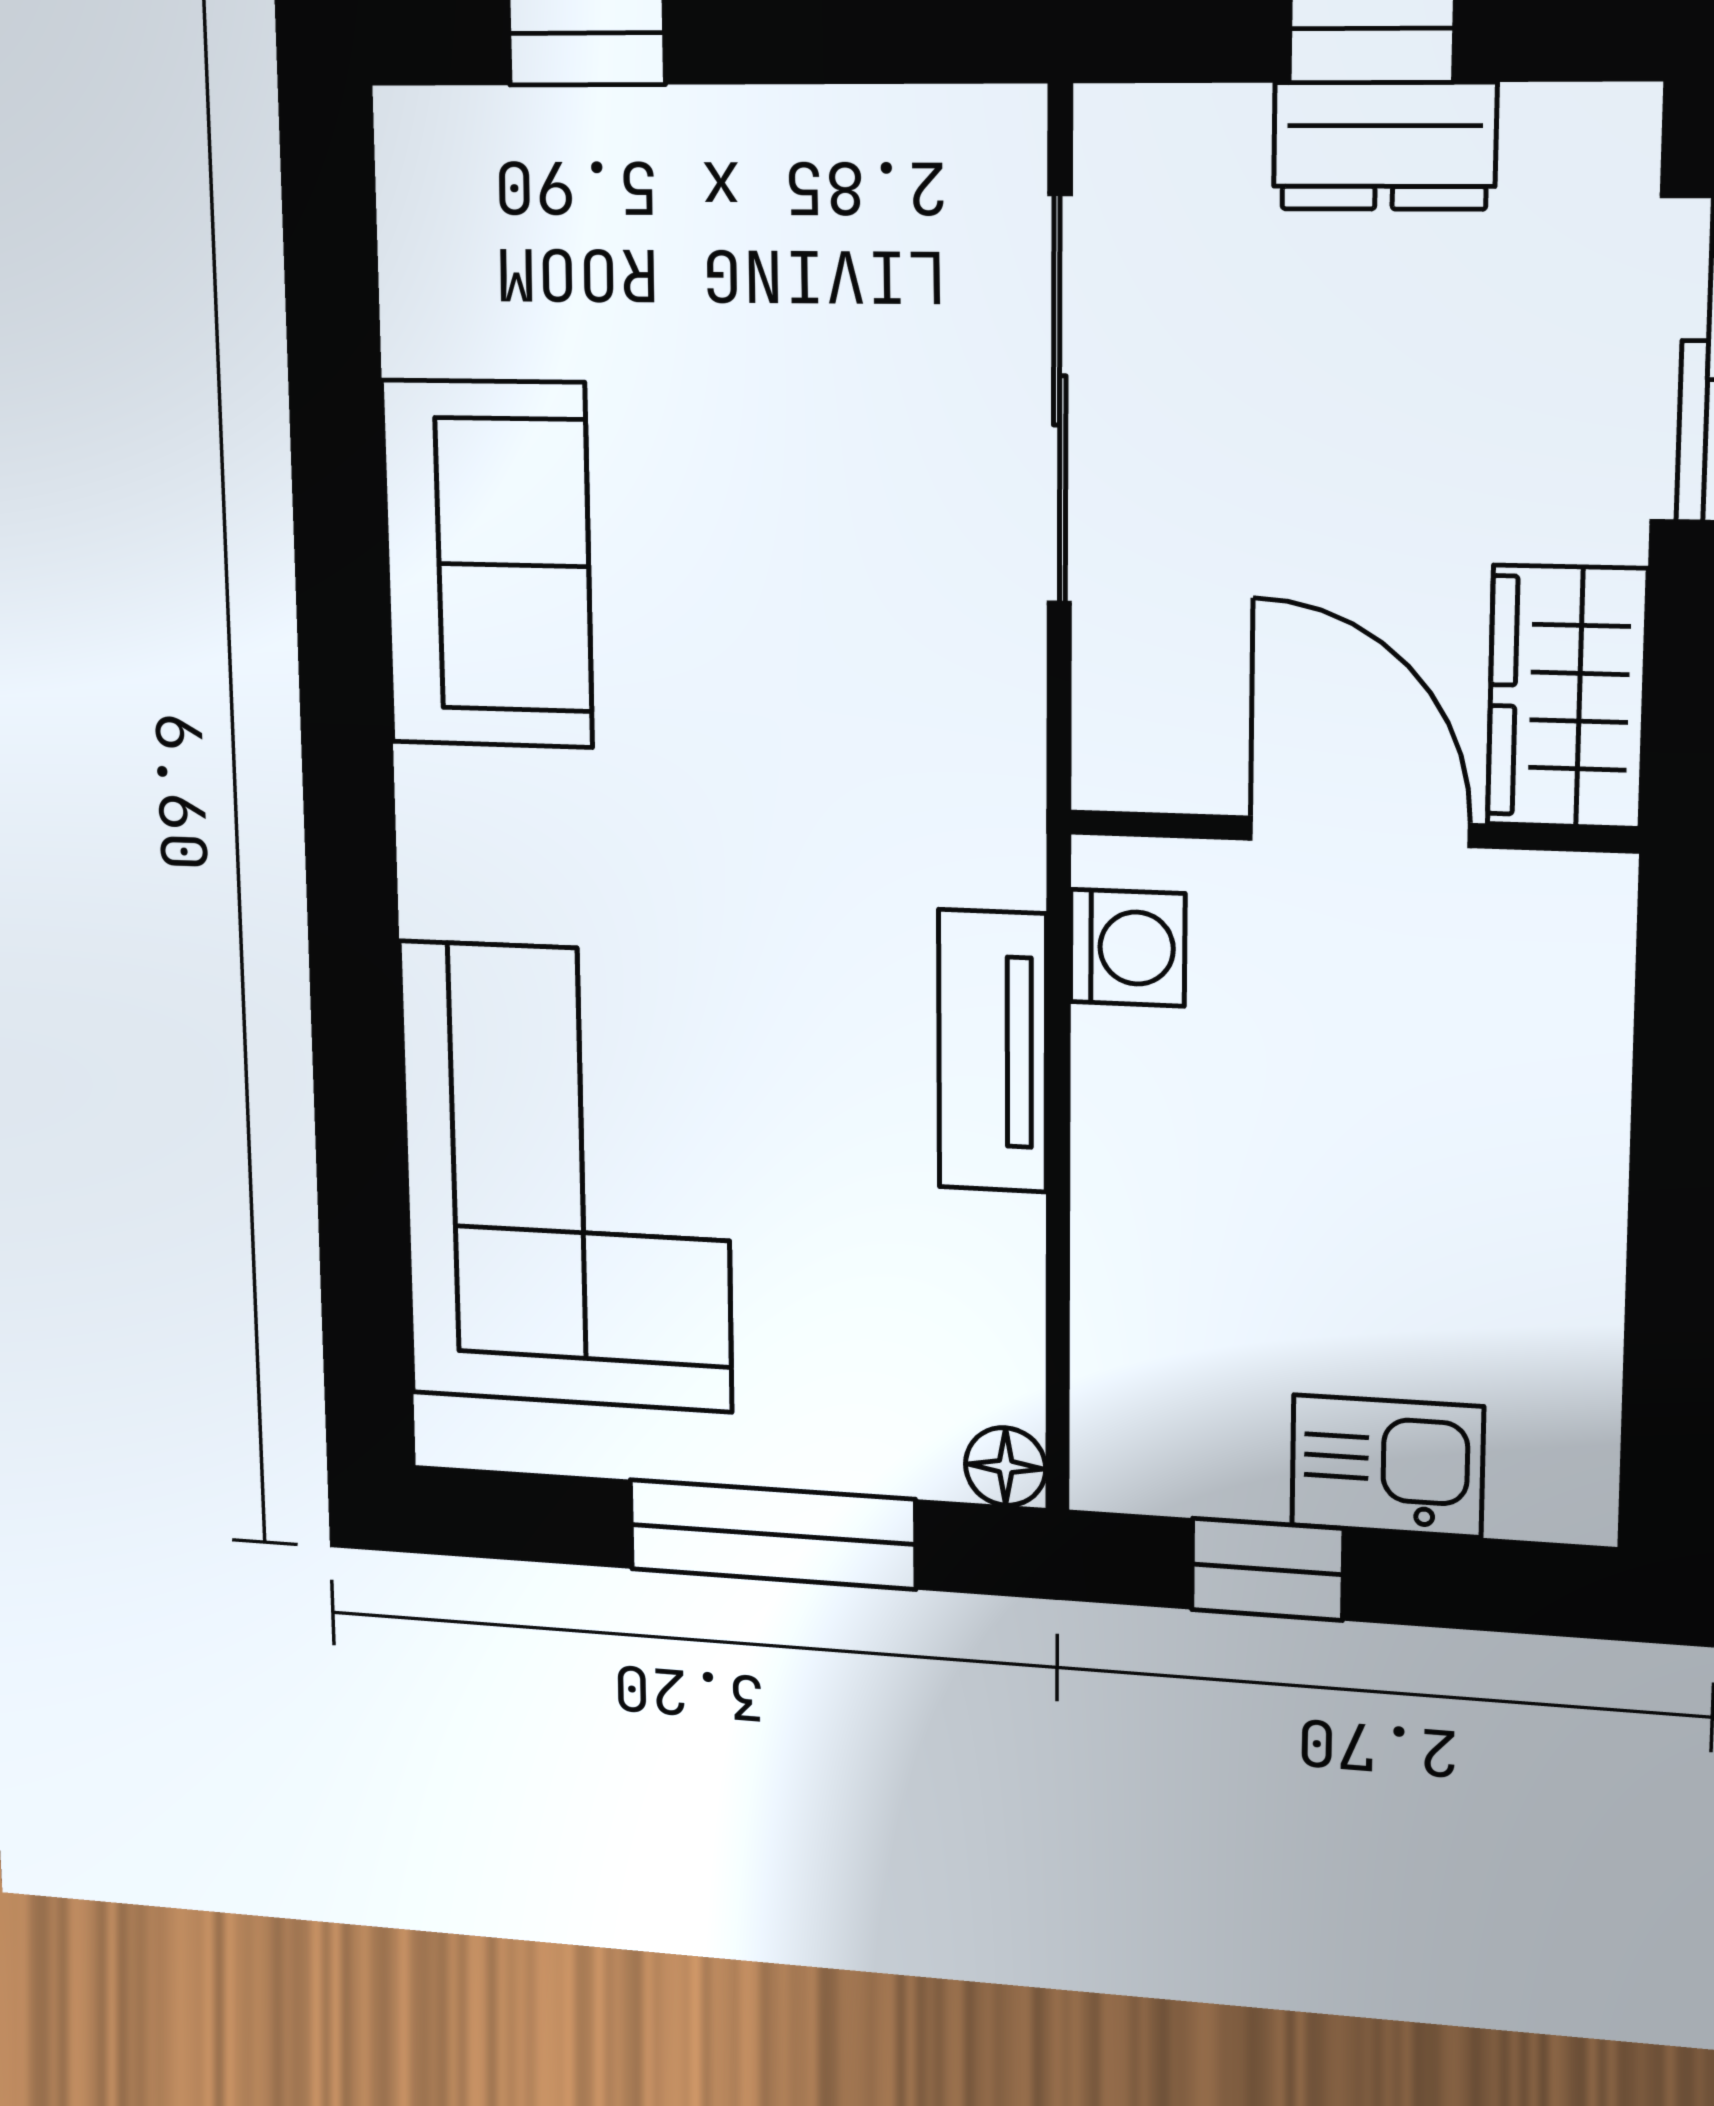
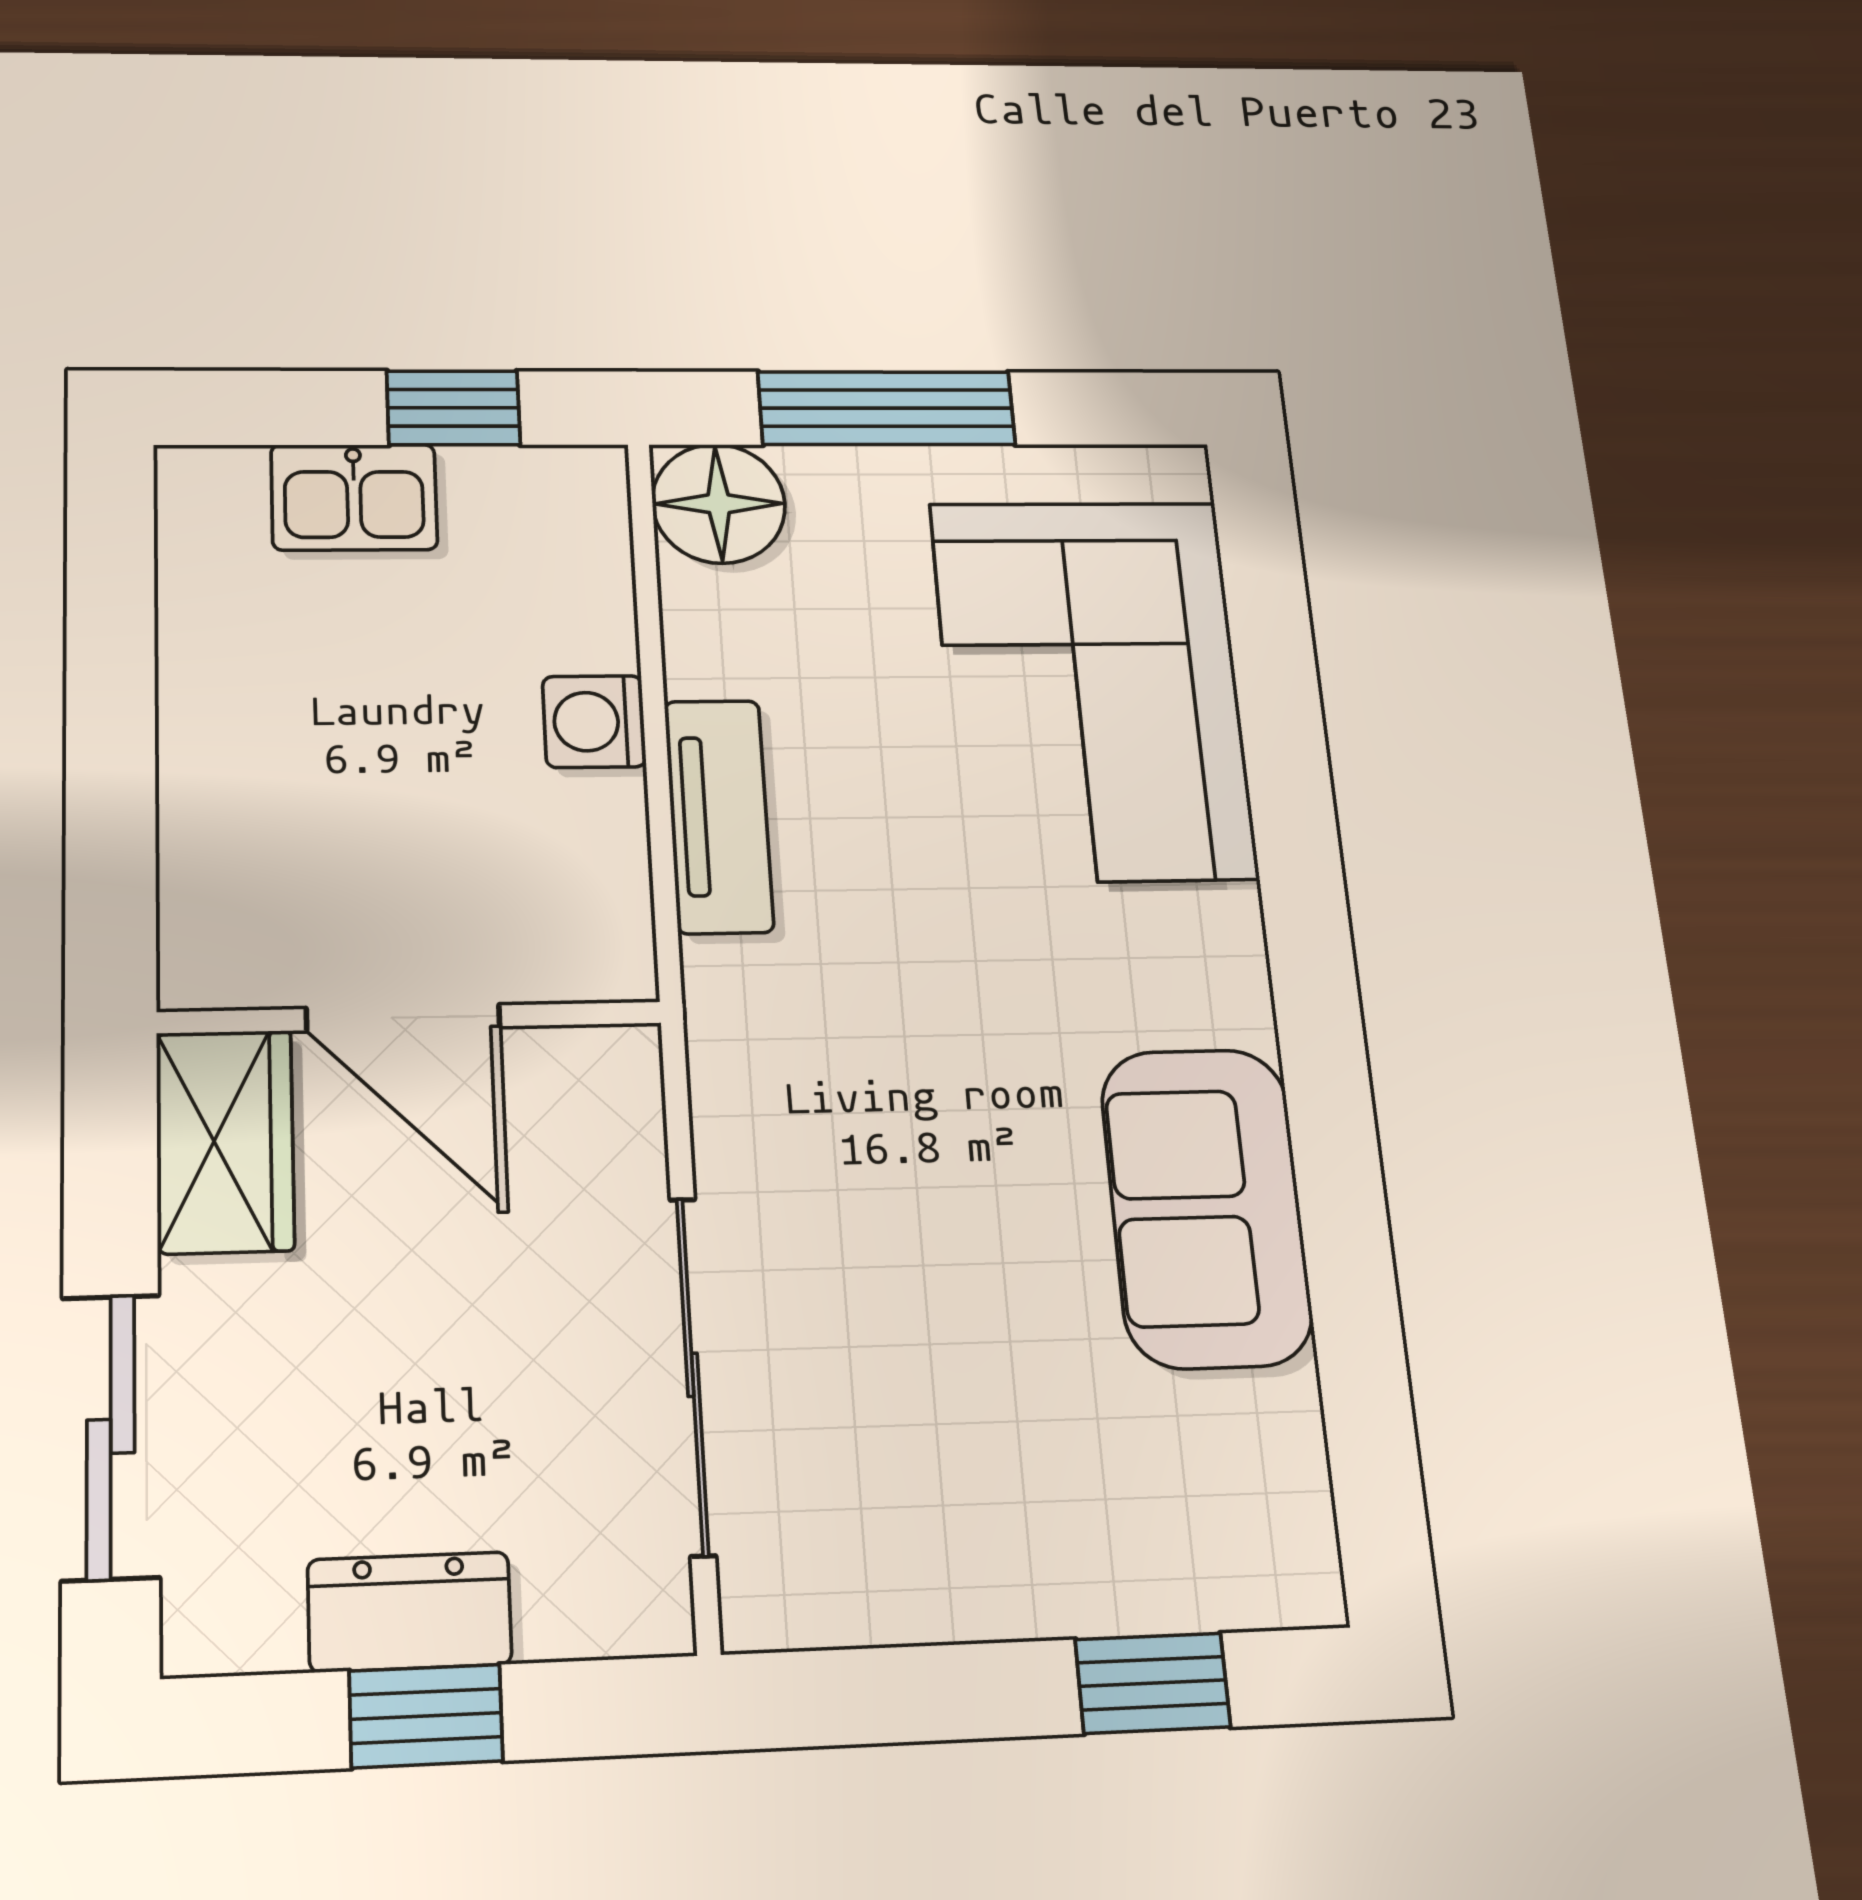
washing machine: (1128, 948) -> (594, 722), moved
floor lamp: (1006, 1467) -> (719, 504), width x1.89, depth x1.89

